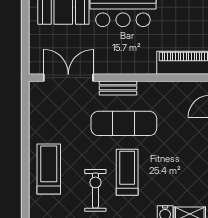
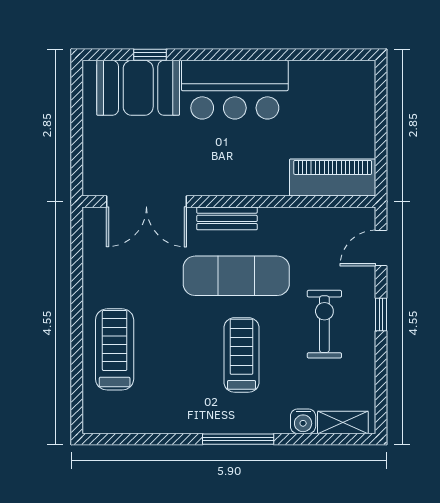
double door: (68, 78) -> (146, 202), swing flipped
exercise bike: (95, 190) -> (324, 324), moved

